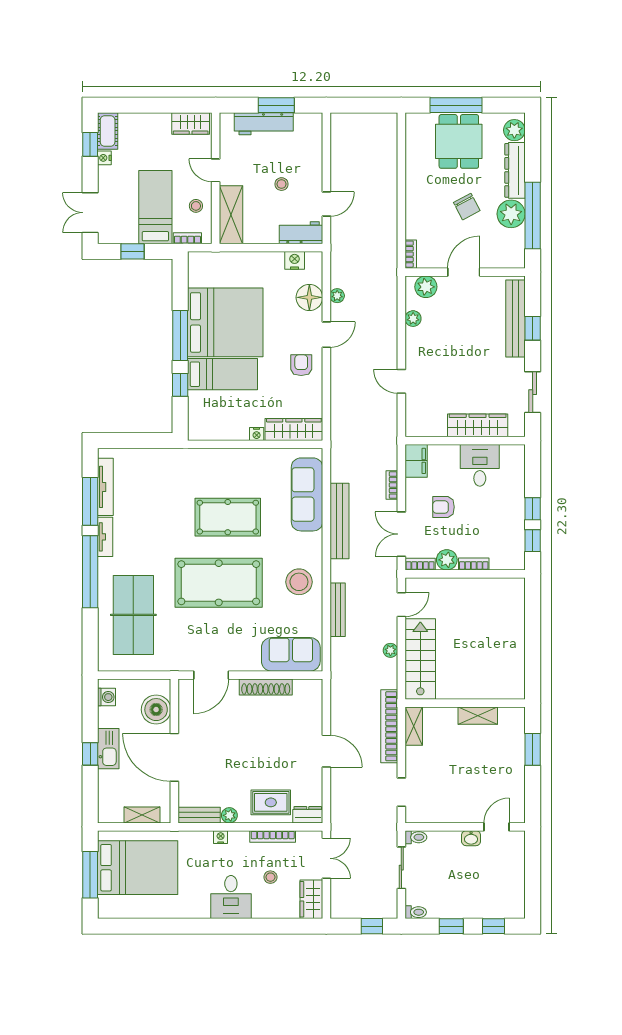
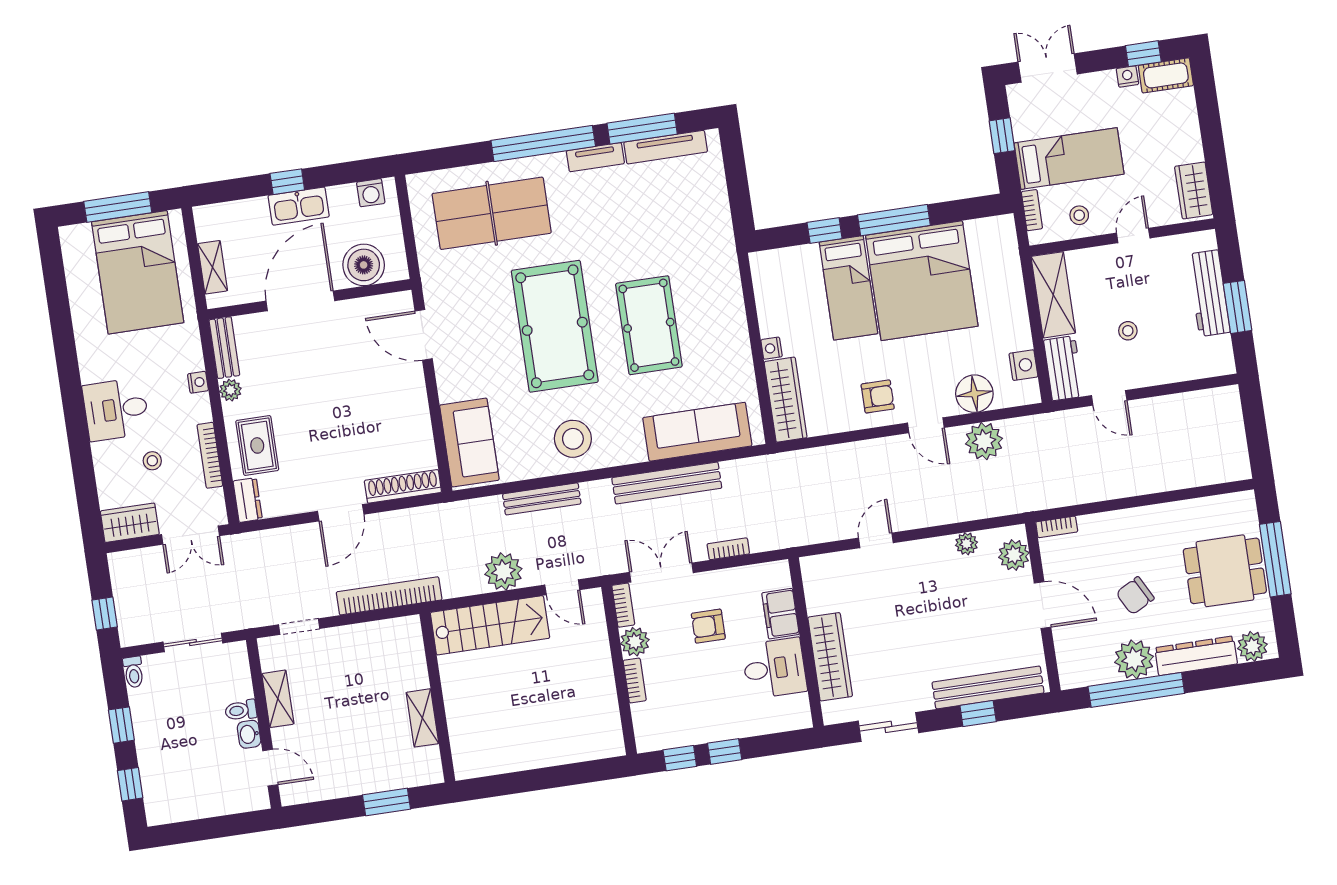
shelving: (231, 215) -> (1053, 295), moved, turned 90
plant: (337, 296) -> (984, 441), width x1.88, depth x1.88
filing cabinet: (416, 461) -> (780, 614), moved, turned 90
armchair: (444, 507) -> (708, 626), turned -90
plant: (390, 650) -> (503, 571), width x1.88, depth x1.88
shoe rack: (266, 687) -> (403, 486), moved, turned 90
shelving: (414, 726) -> (278, 699), moved, turned 90
toilet: (416, 837) -> (241, 710), moved, turned 90

